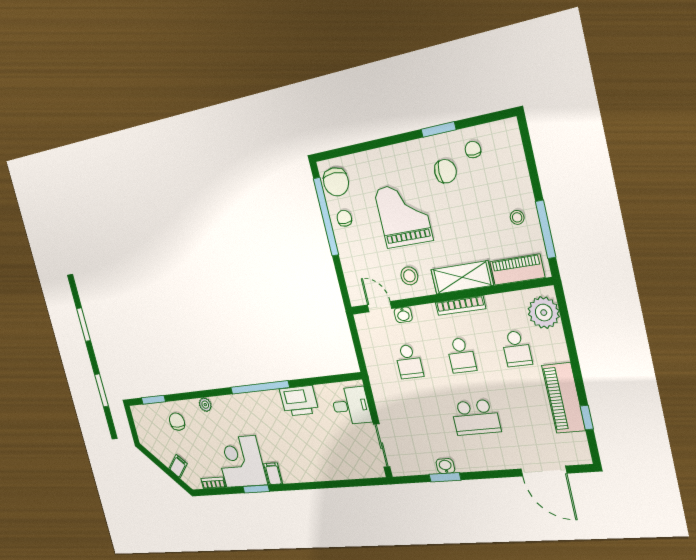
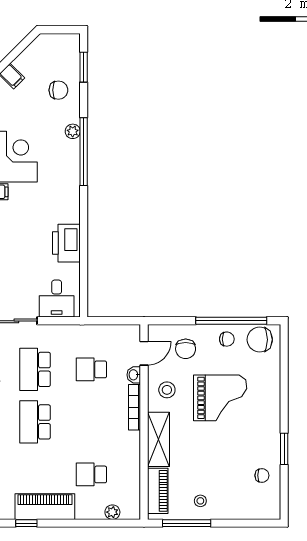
chair: (445, 171) -> (186, 349), moved
bookcase: (460, 306) -> (135, 407), moved
plant: (544, 313) -> (112, 512), width x0.53, depth x0.53
school desk: (461, 355) -> (35, 369), moved, width x1.85
window: (260, 387) -> (84, 152), moved

